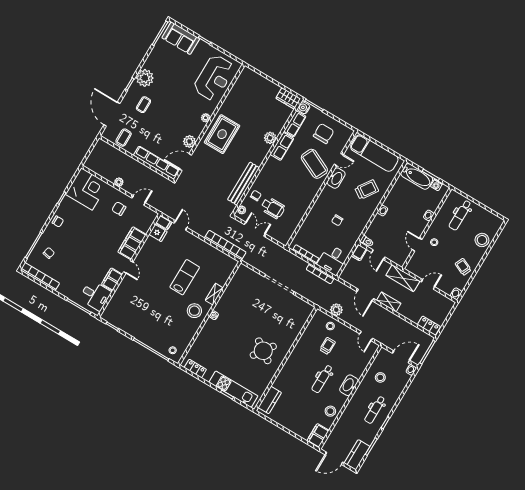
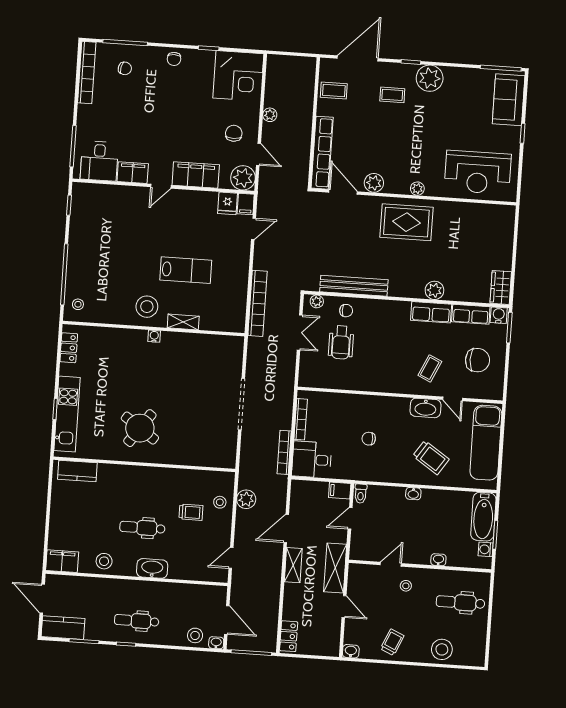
coffee table: (314, 164) -> (430, 368), width x0.54, depth x0.58
plant: (148, 216) -> (243, 178), added
stool: (380, 377) -> (195, 635), moved

